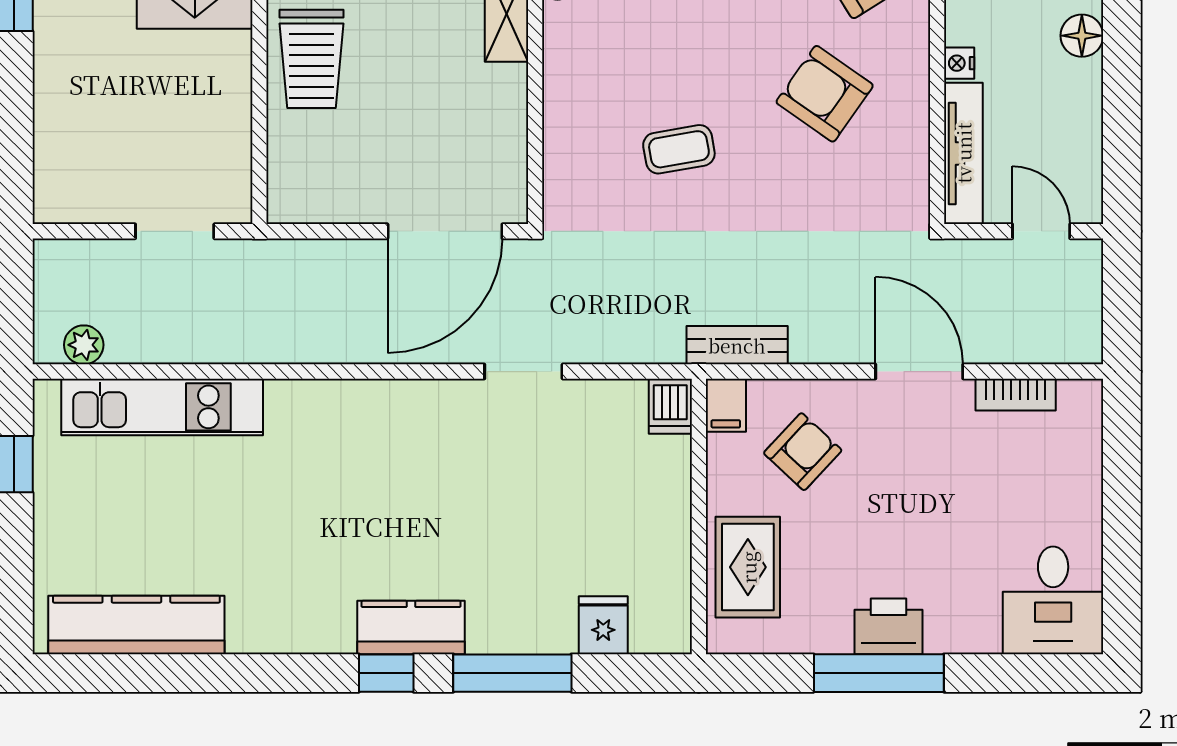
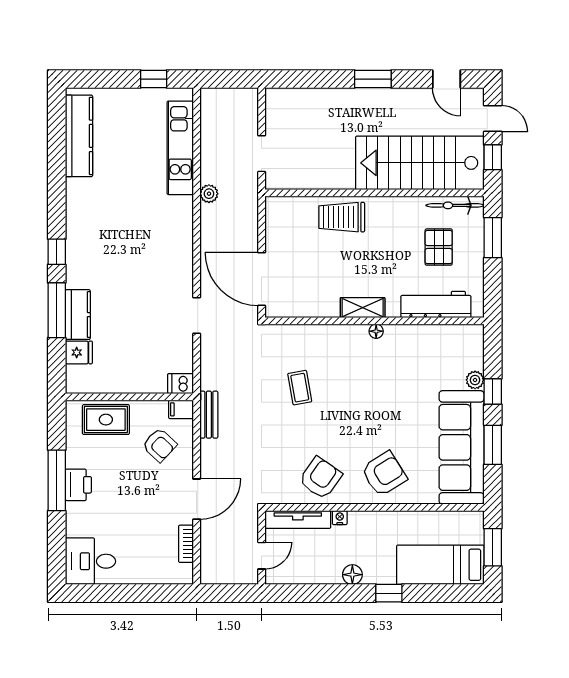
armchair: (825, 94) -> (320, 478), moved
plant: (84, 345) -> (209, 194), moved
kitchen counter: (411, 628) -> (78, 315), moved

